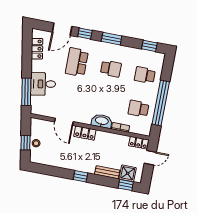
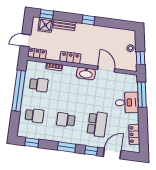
washbasin: (102, 121) -> (86, 73), moved
locker: (85, 133) -> (70, 58), moved
window: (26, 143) -> (141, 58), moved

